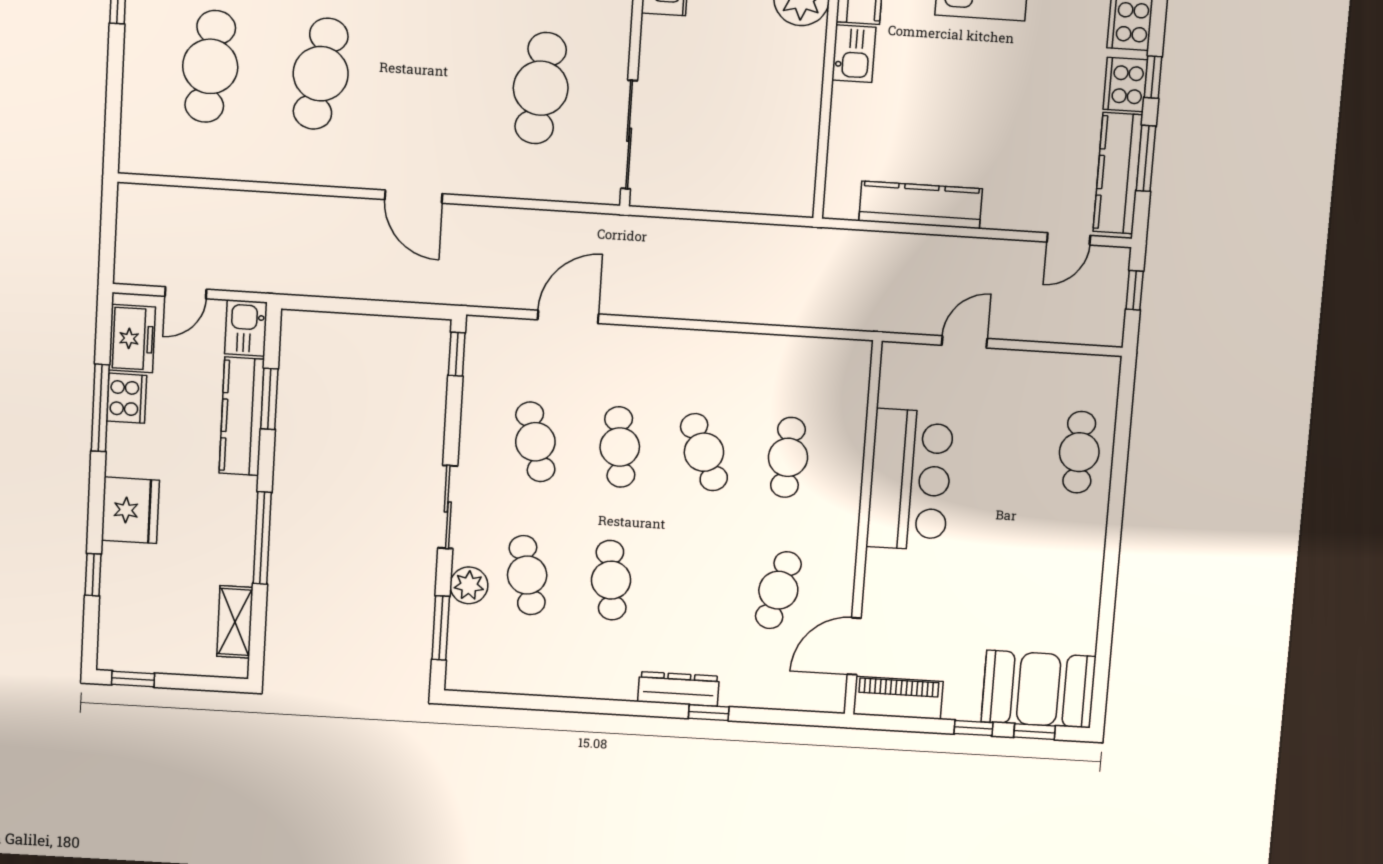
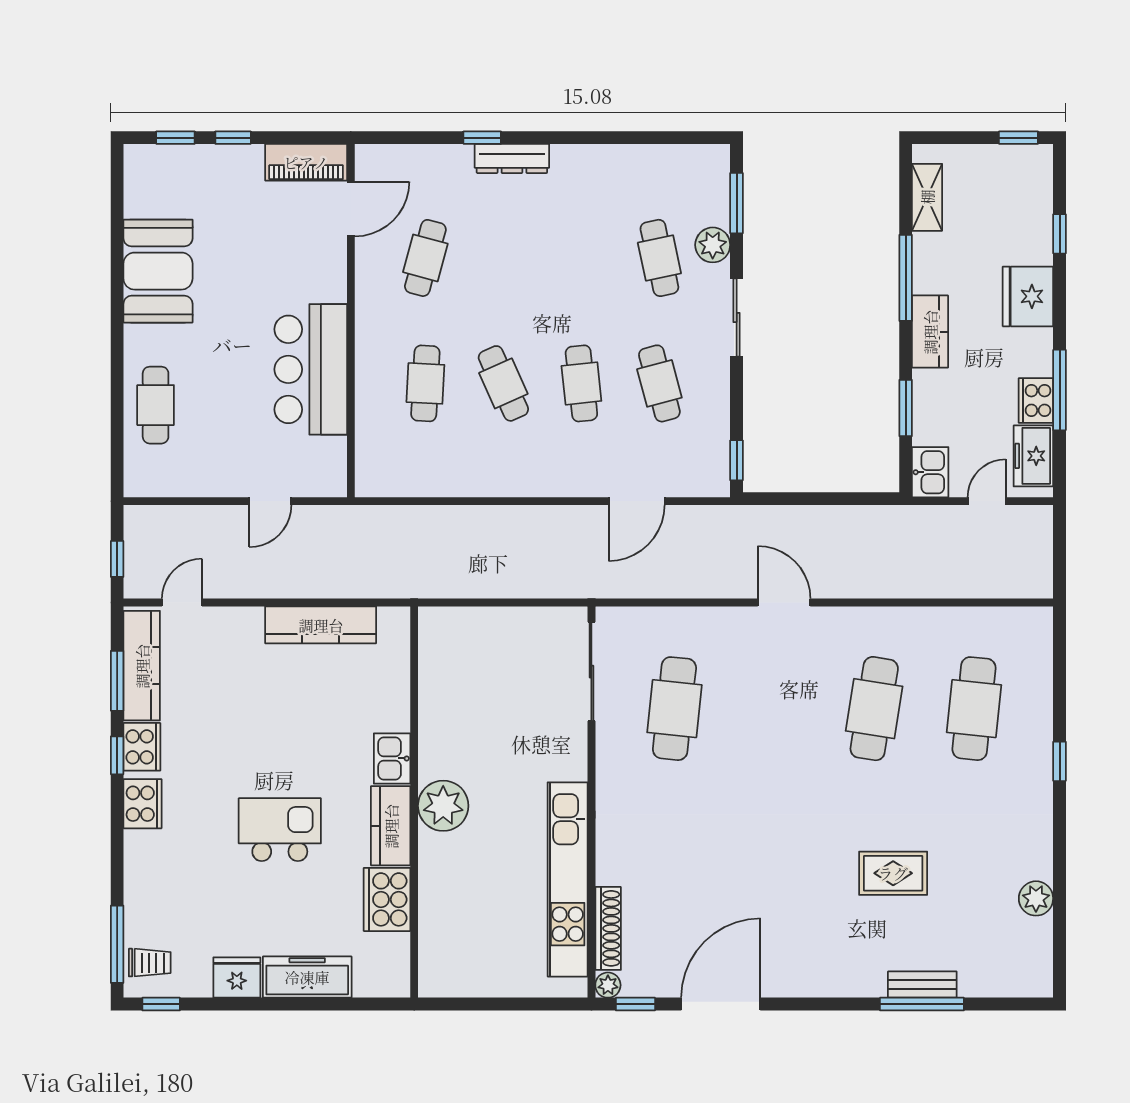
kitchen counter: (242, 416) -> (930, 332), moved, width x0.67
cafe table: (611, 580) -> (581, 258), removed
booth: (1039, 689) -> (158, 271), moved, turned 90

